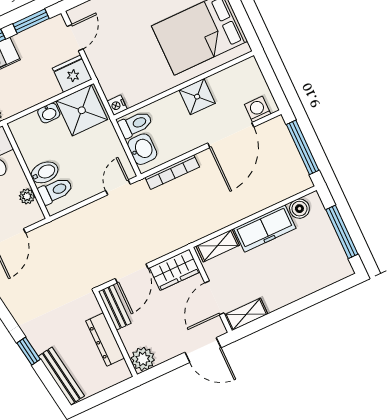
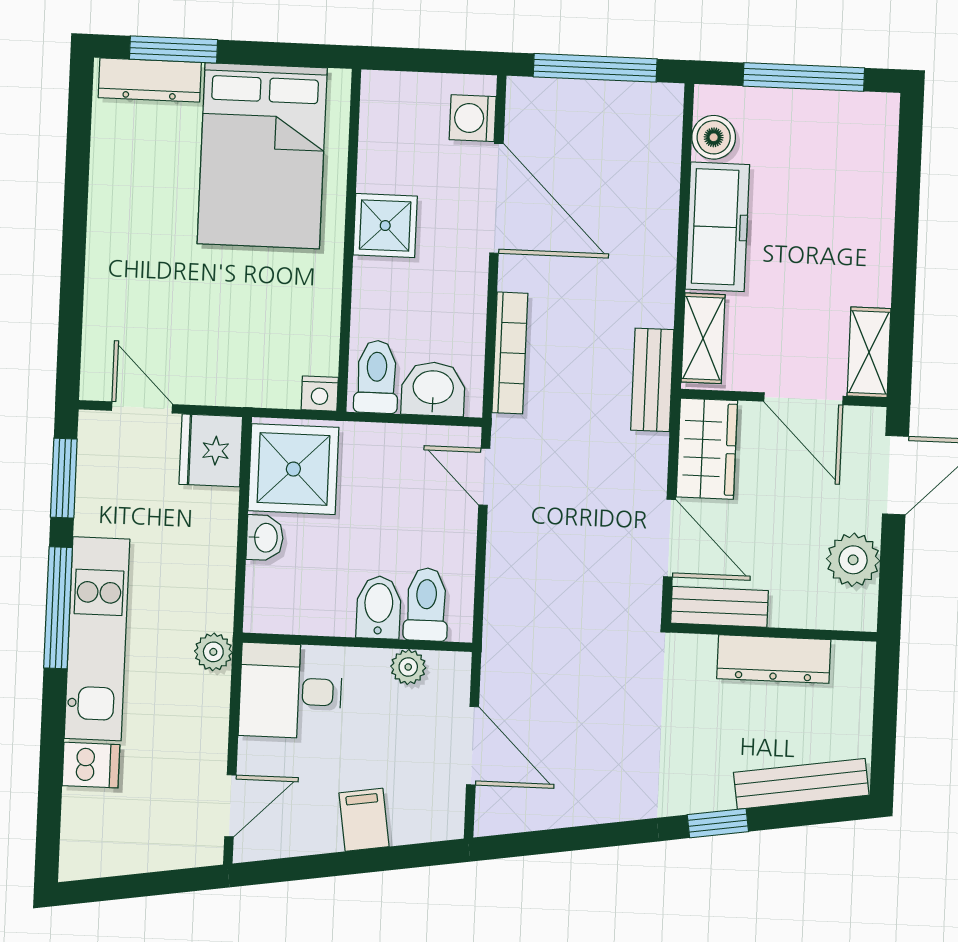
bench: (191, 234) -> (652, 380), added
plant: (143, 359) -> (853, 560), moved

